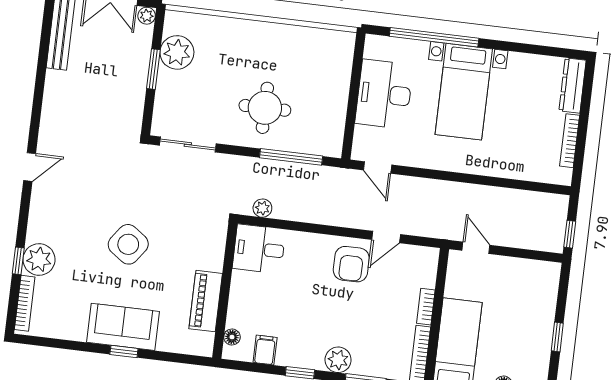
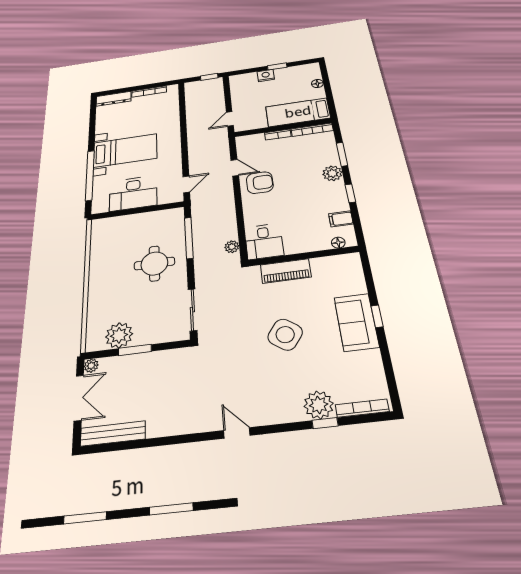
piano: (206, 301) -> (286, 271), moved
nightstand: (544, 316) -> (266, 76), added

